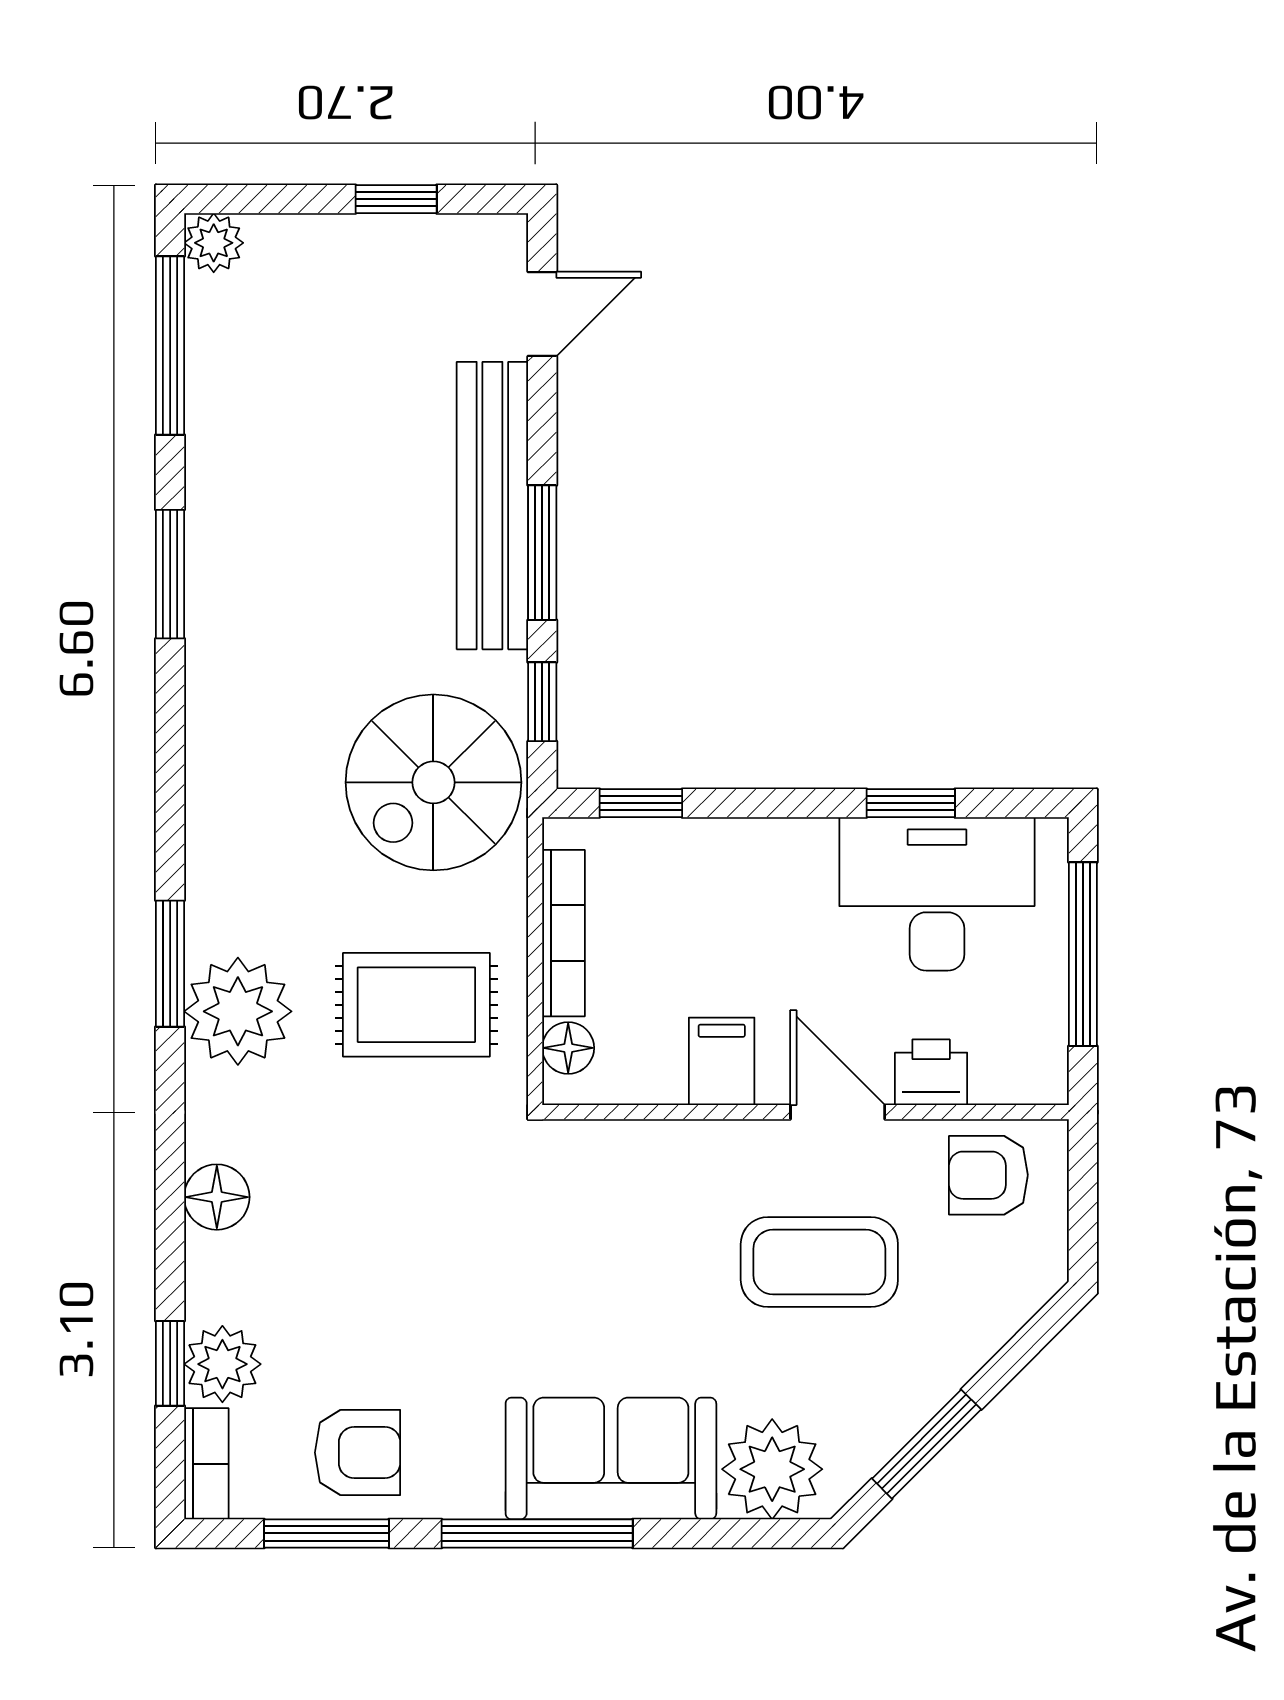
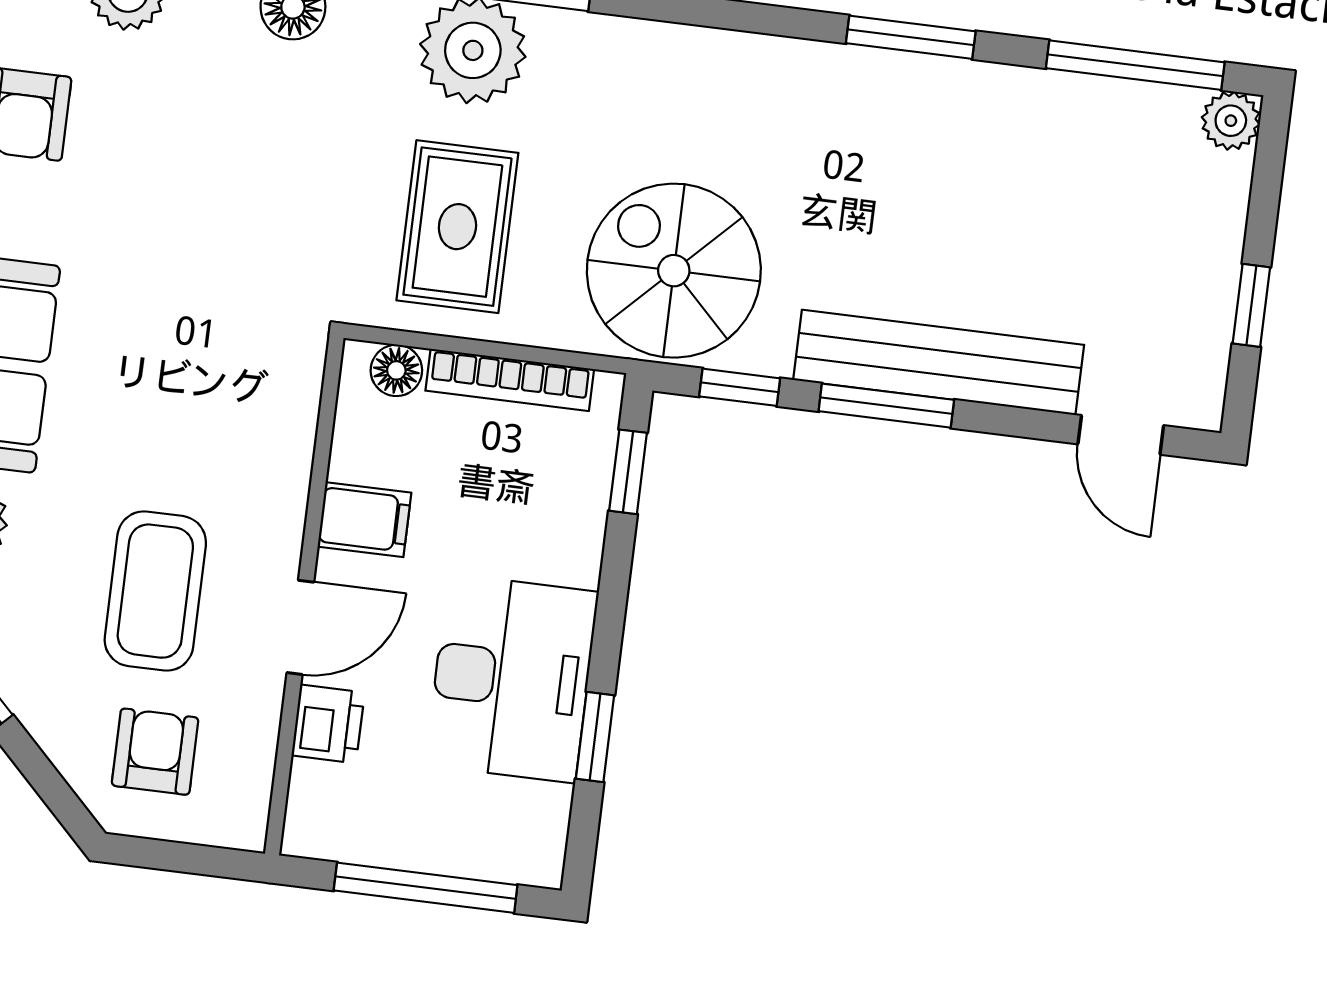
desk: (937, 894) -> (512, 678), moved
armchair: (988, 1175) -> (155, 752), moved

